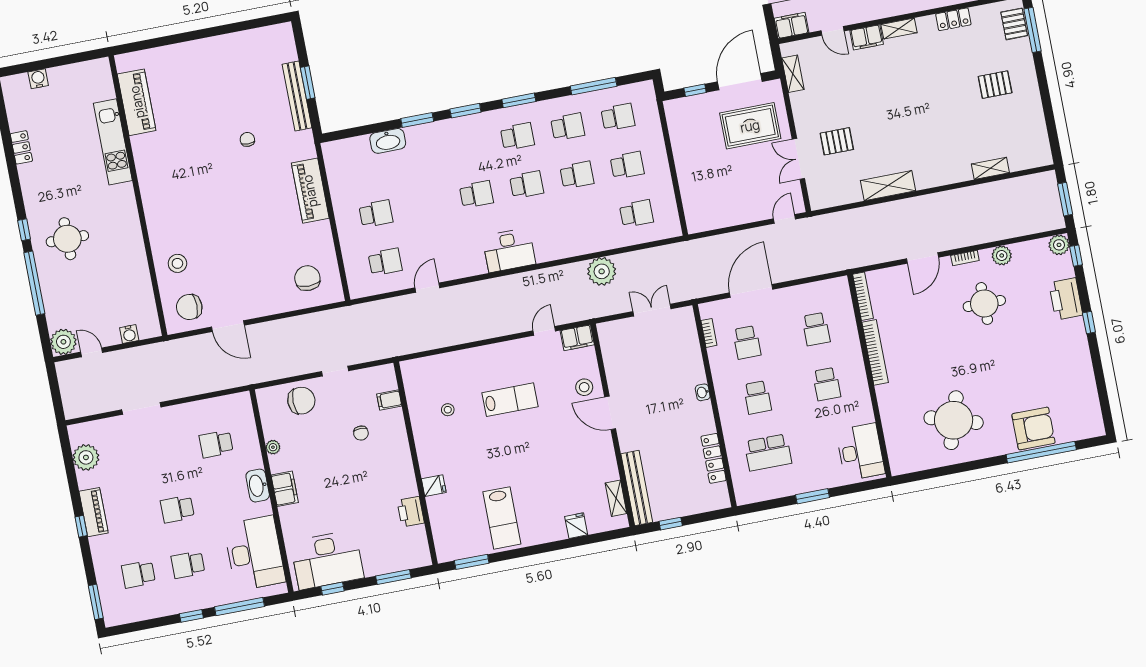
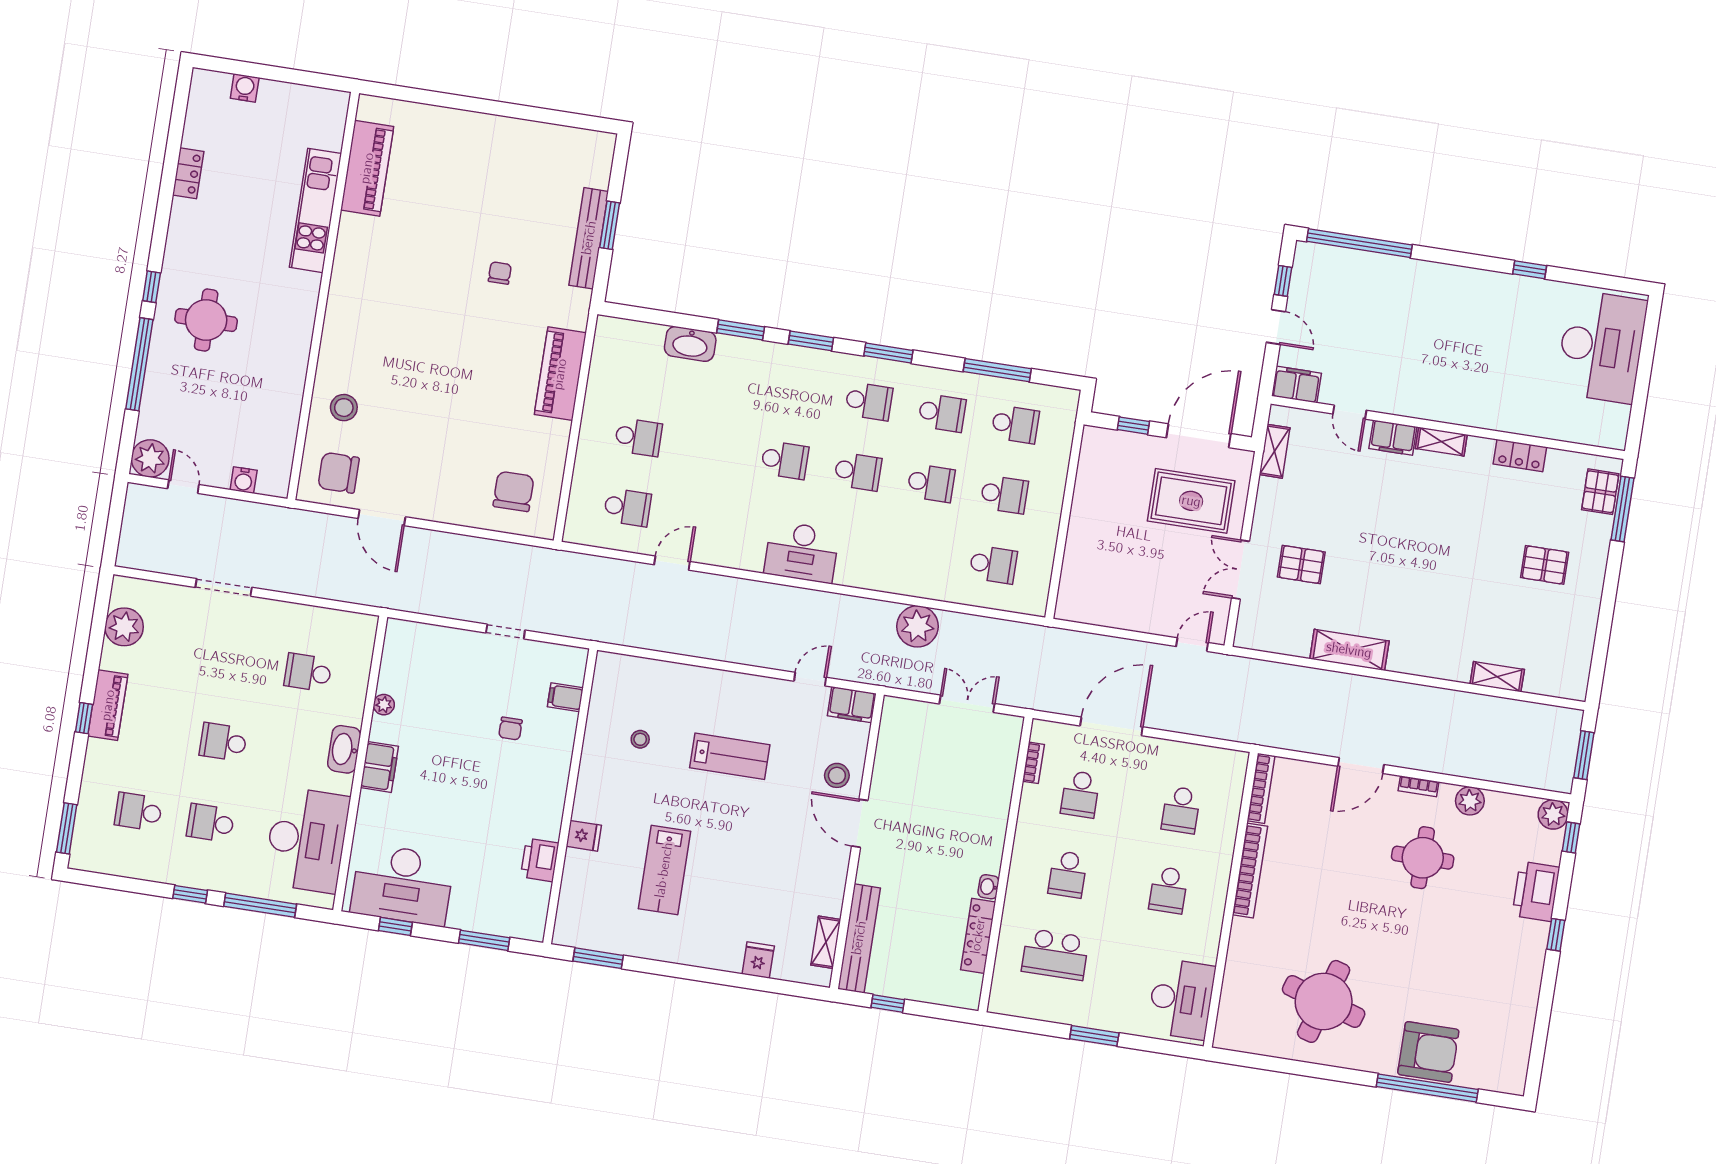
washbasin: (703, 392) -> (988, 887), moved
chair: (301, 401) -> (445, 655), removed
lab bench: (502, 518) -> (664, 870), moved

